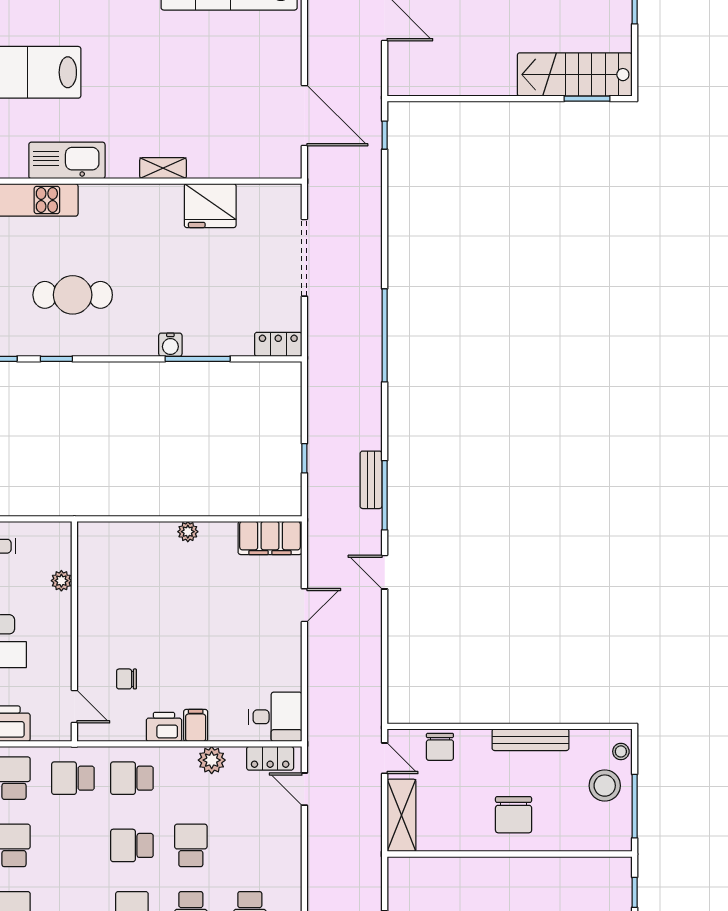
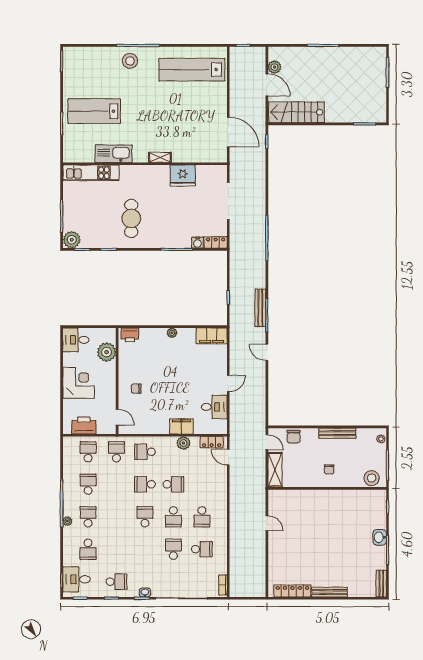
stairs: (575, 75) -> (296, 112), moved
cafe table: (73, 295) -> (131, 218), moved, turned 90
water cooler: (170, 345) -> (198, 243), moved
bench: (371, 480) -> (260, 308), width x1.36
plant: (61, 581) -> (107, 352), width x1.87, depth x1.87
door: (304, 605) -> (228, 383), moved
chair: (126, 679) -> (136, 389), moved
desk: (275, 717) -> (214, 407), moved
filing cabinet: (196, 725) -> (181, 426), width x2.00
printer: (164, 727) -> (130, 335), moved, turned 180
school desk: (73, 778) -> (116, 452), turned 90
stool: (605, 786) -> (372, 478), moved
chair: (514, 815) -> (329, 469), width x0.54, depth x0.54
school desk: (191, 845) -> (173, 484), turned 90

